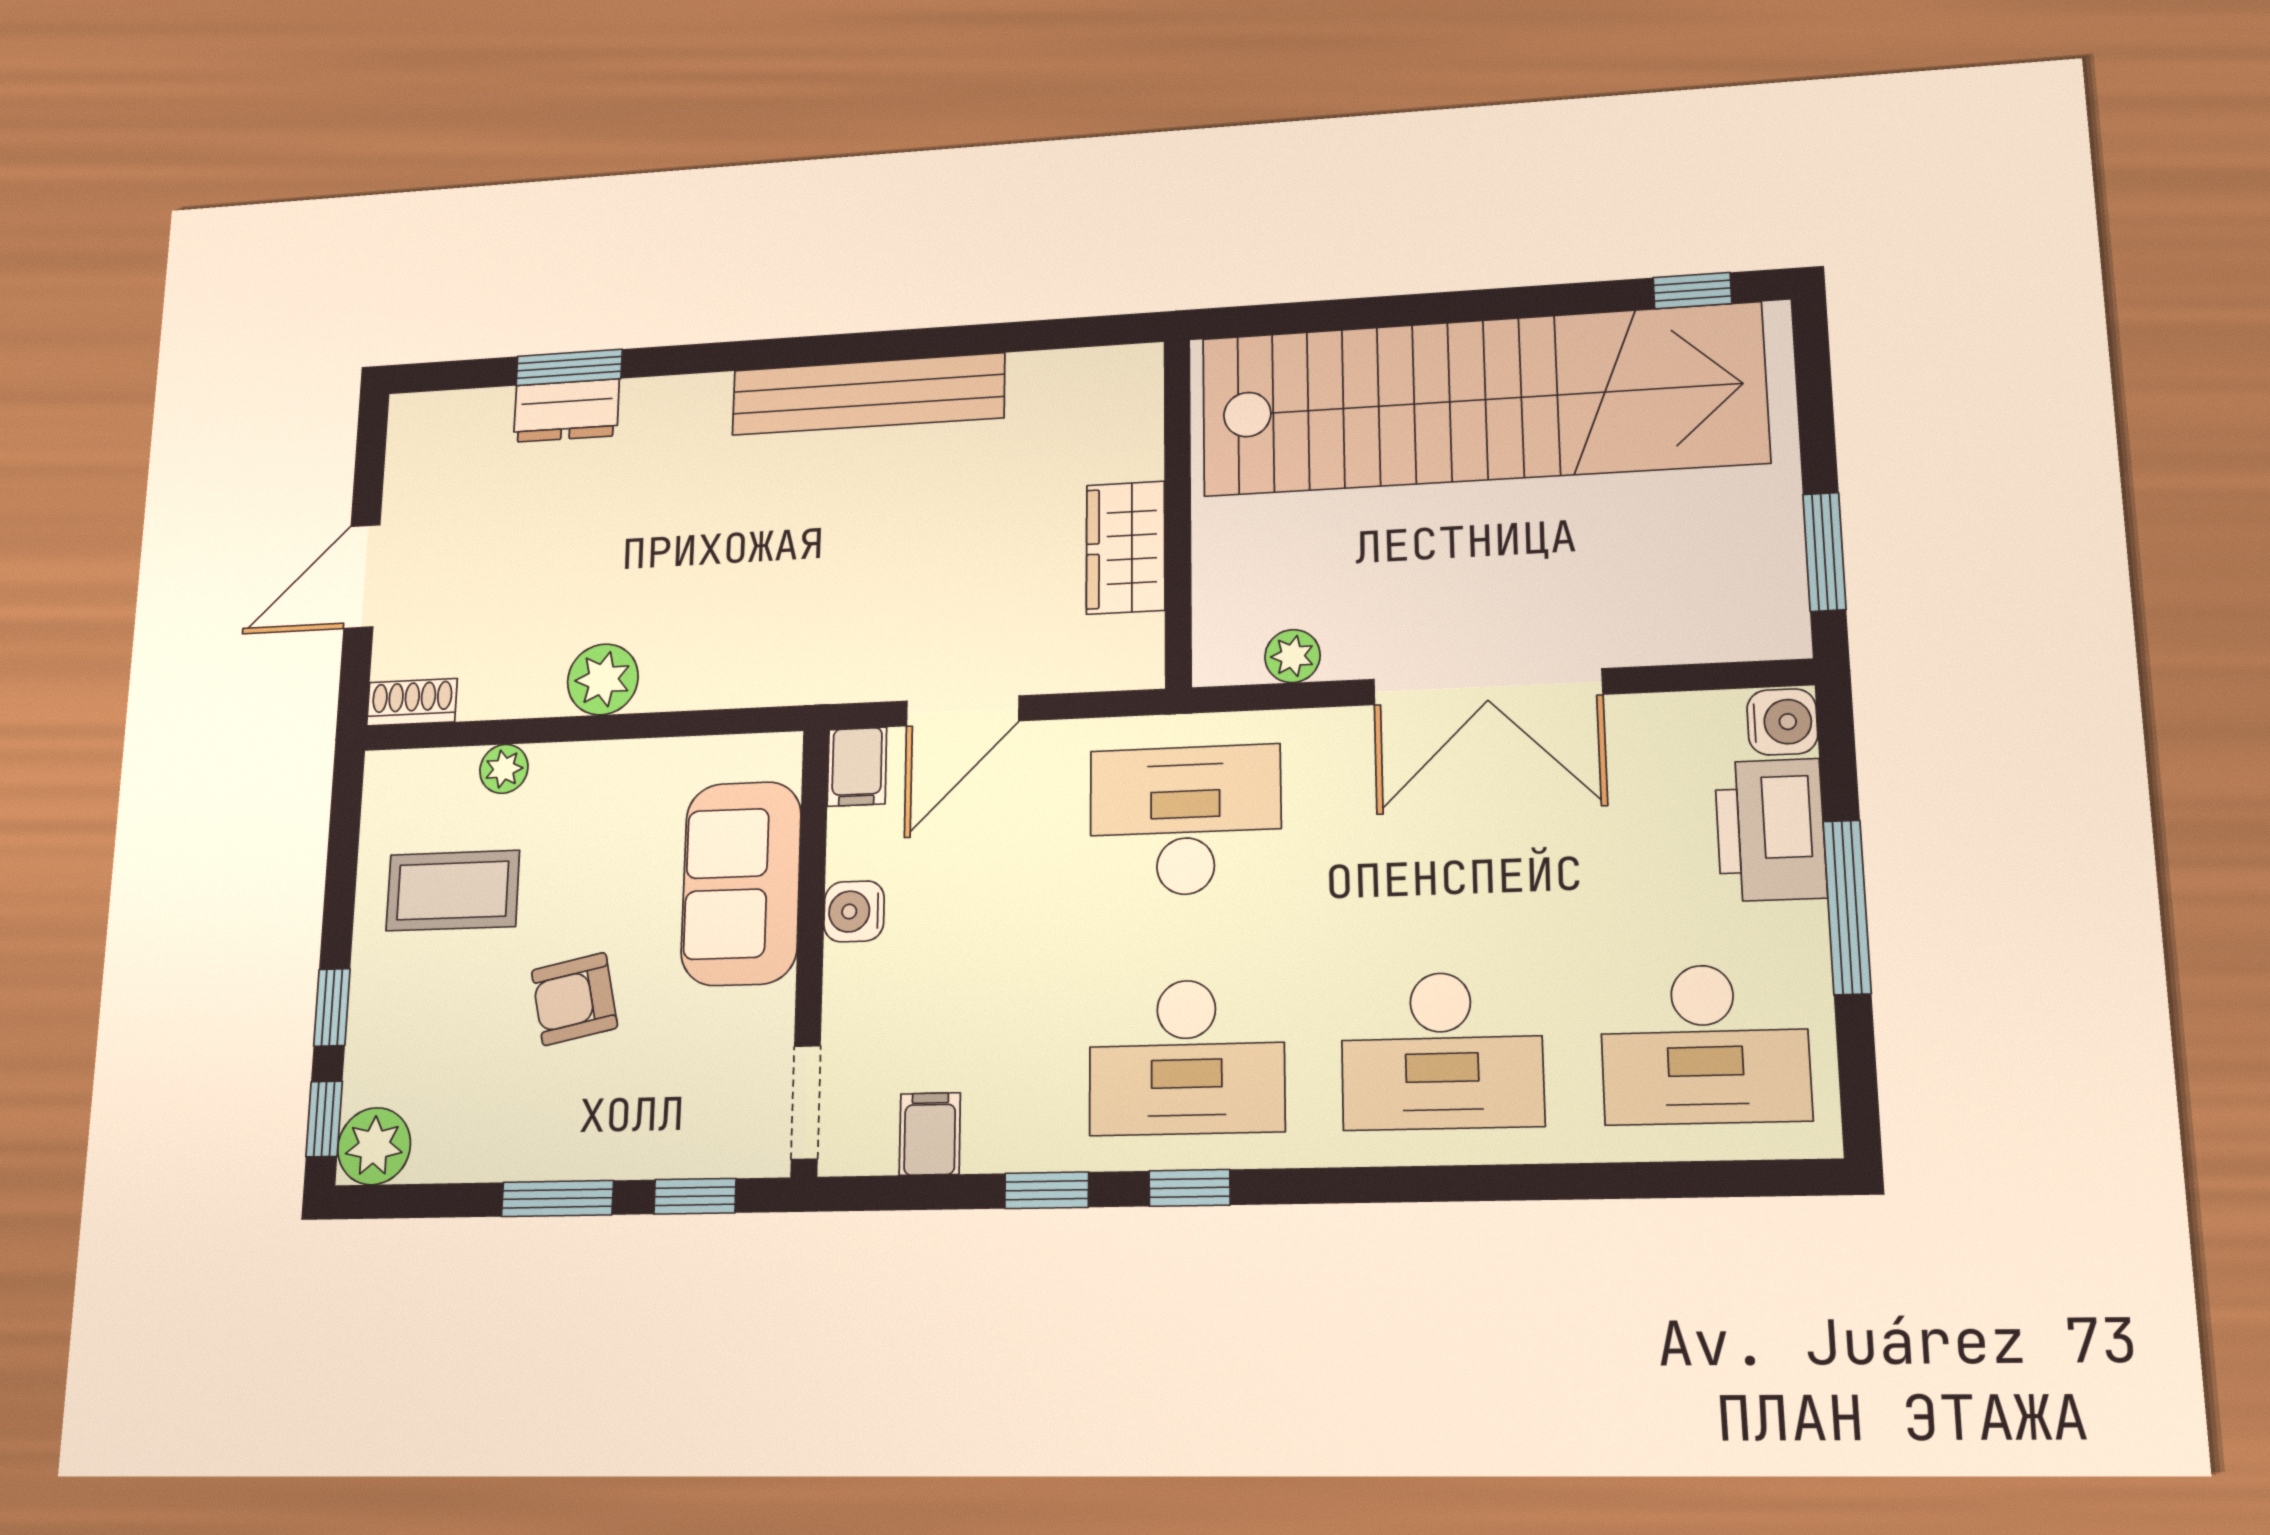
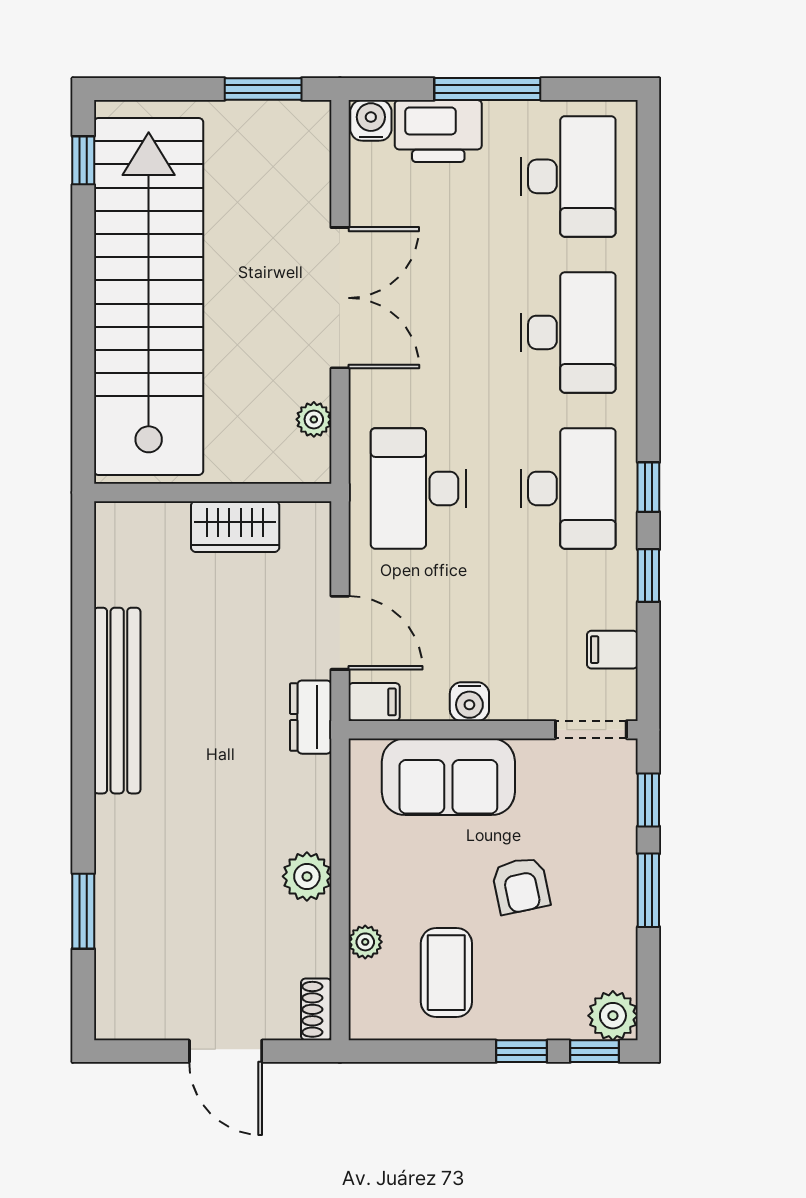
dresser: (566, 411) -> (311, 717), moved, turned 180

